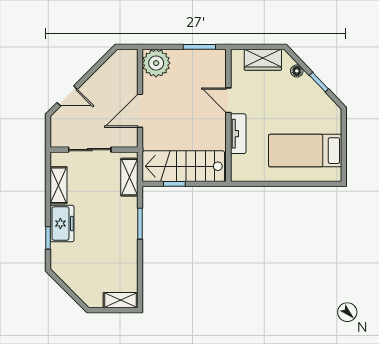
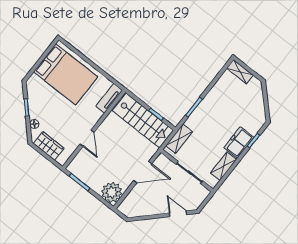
tv unit: (238, 134) -> (109, 98), moved
bed: (305, 151) -> (66, 74), width x1.50

